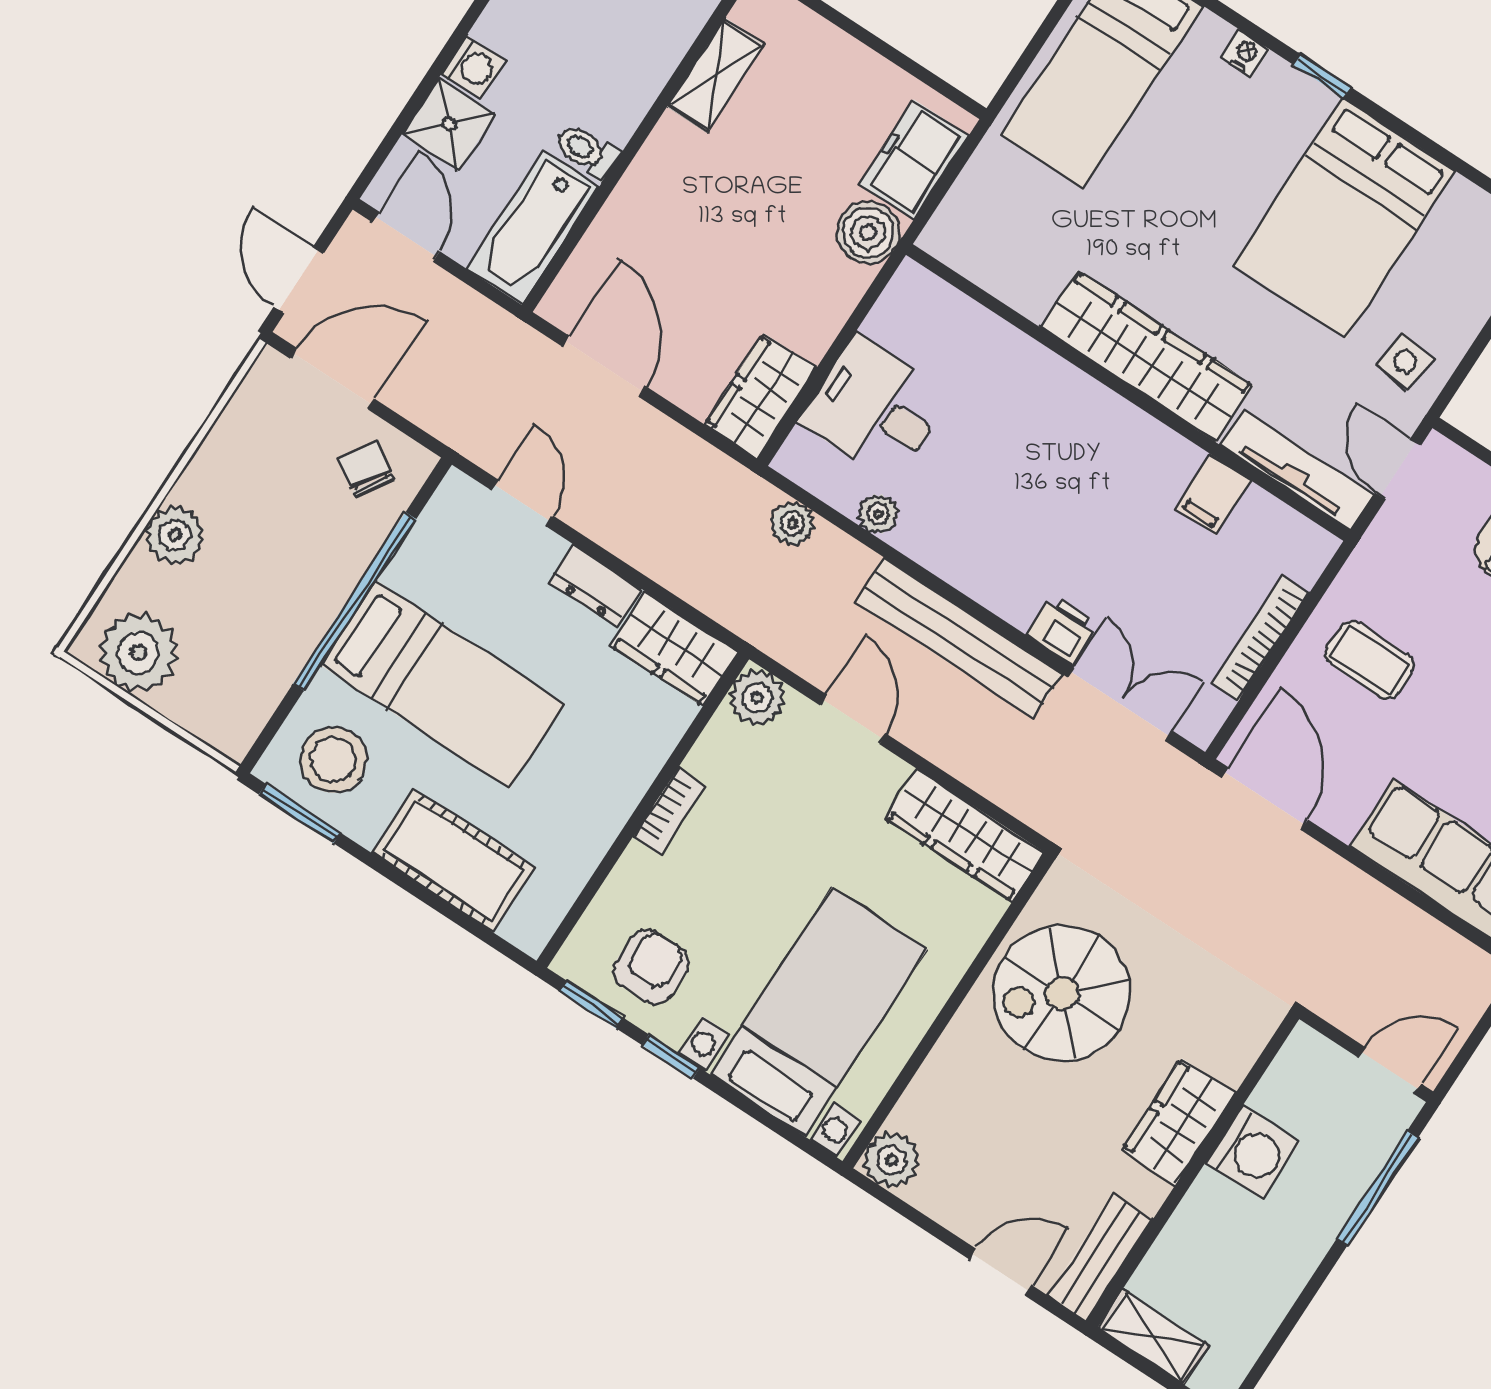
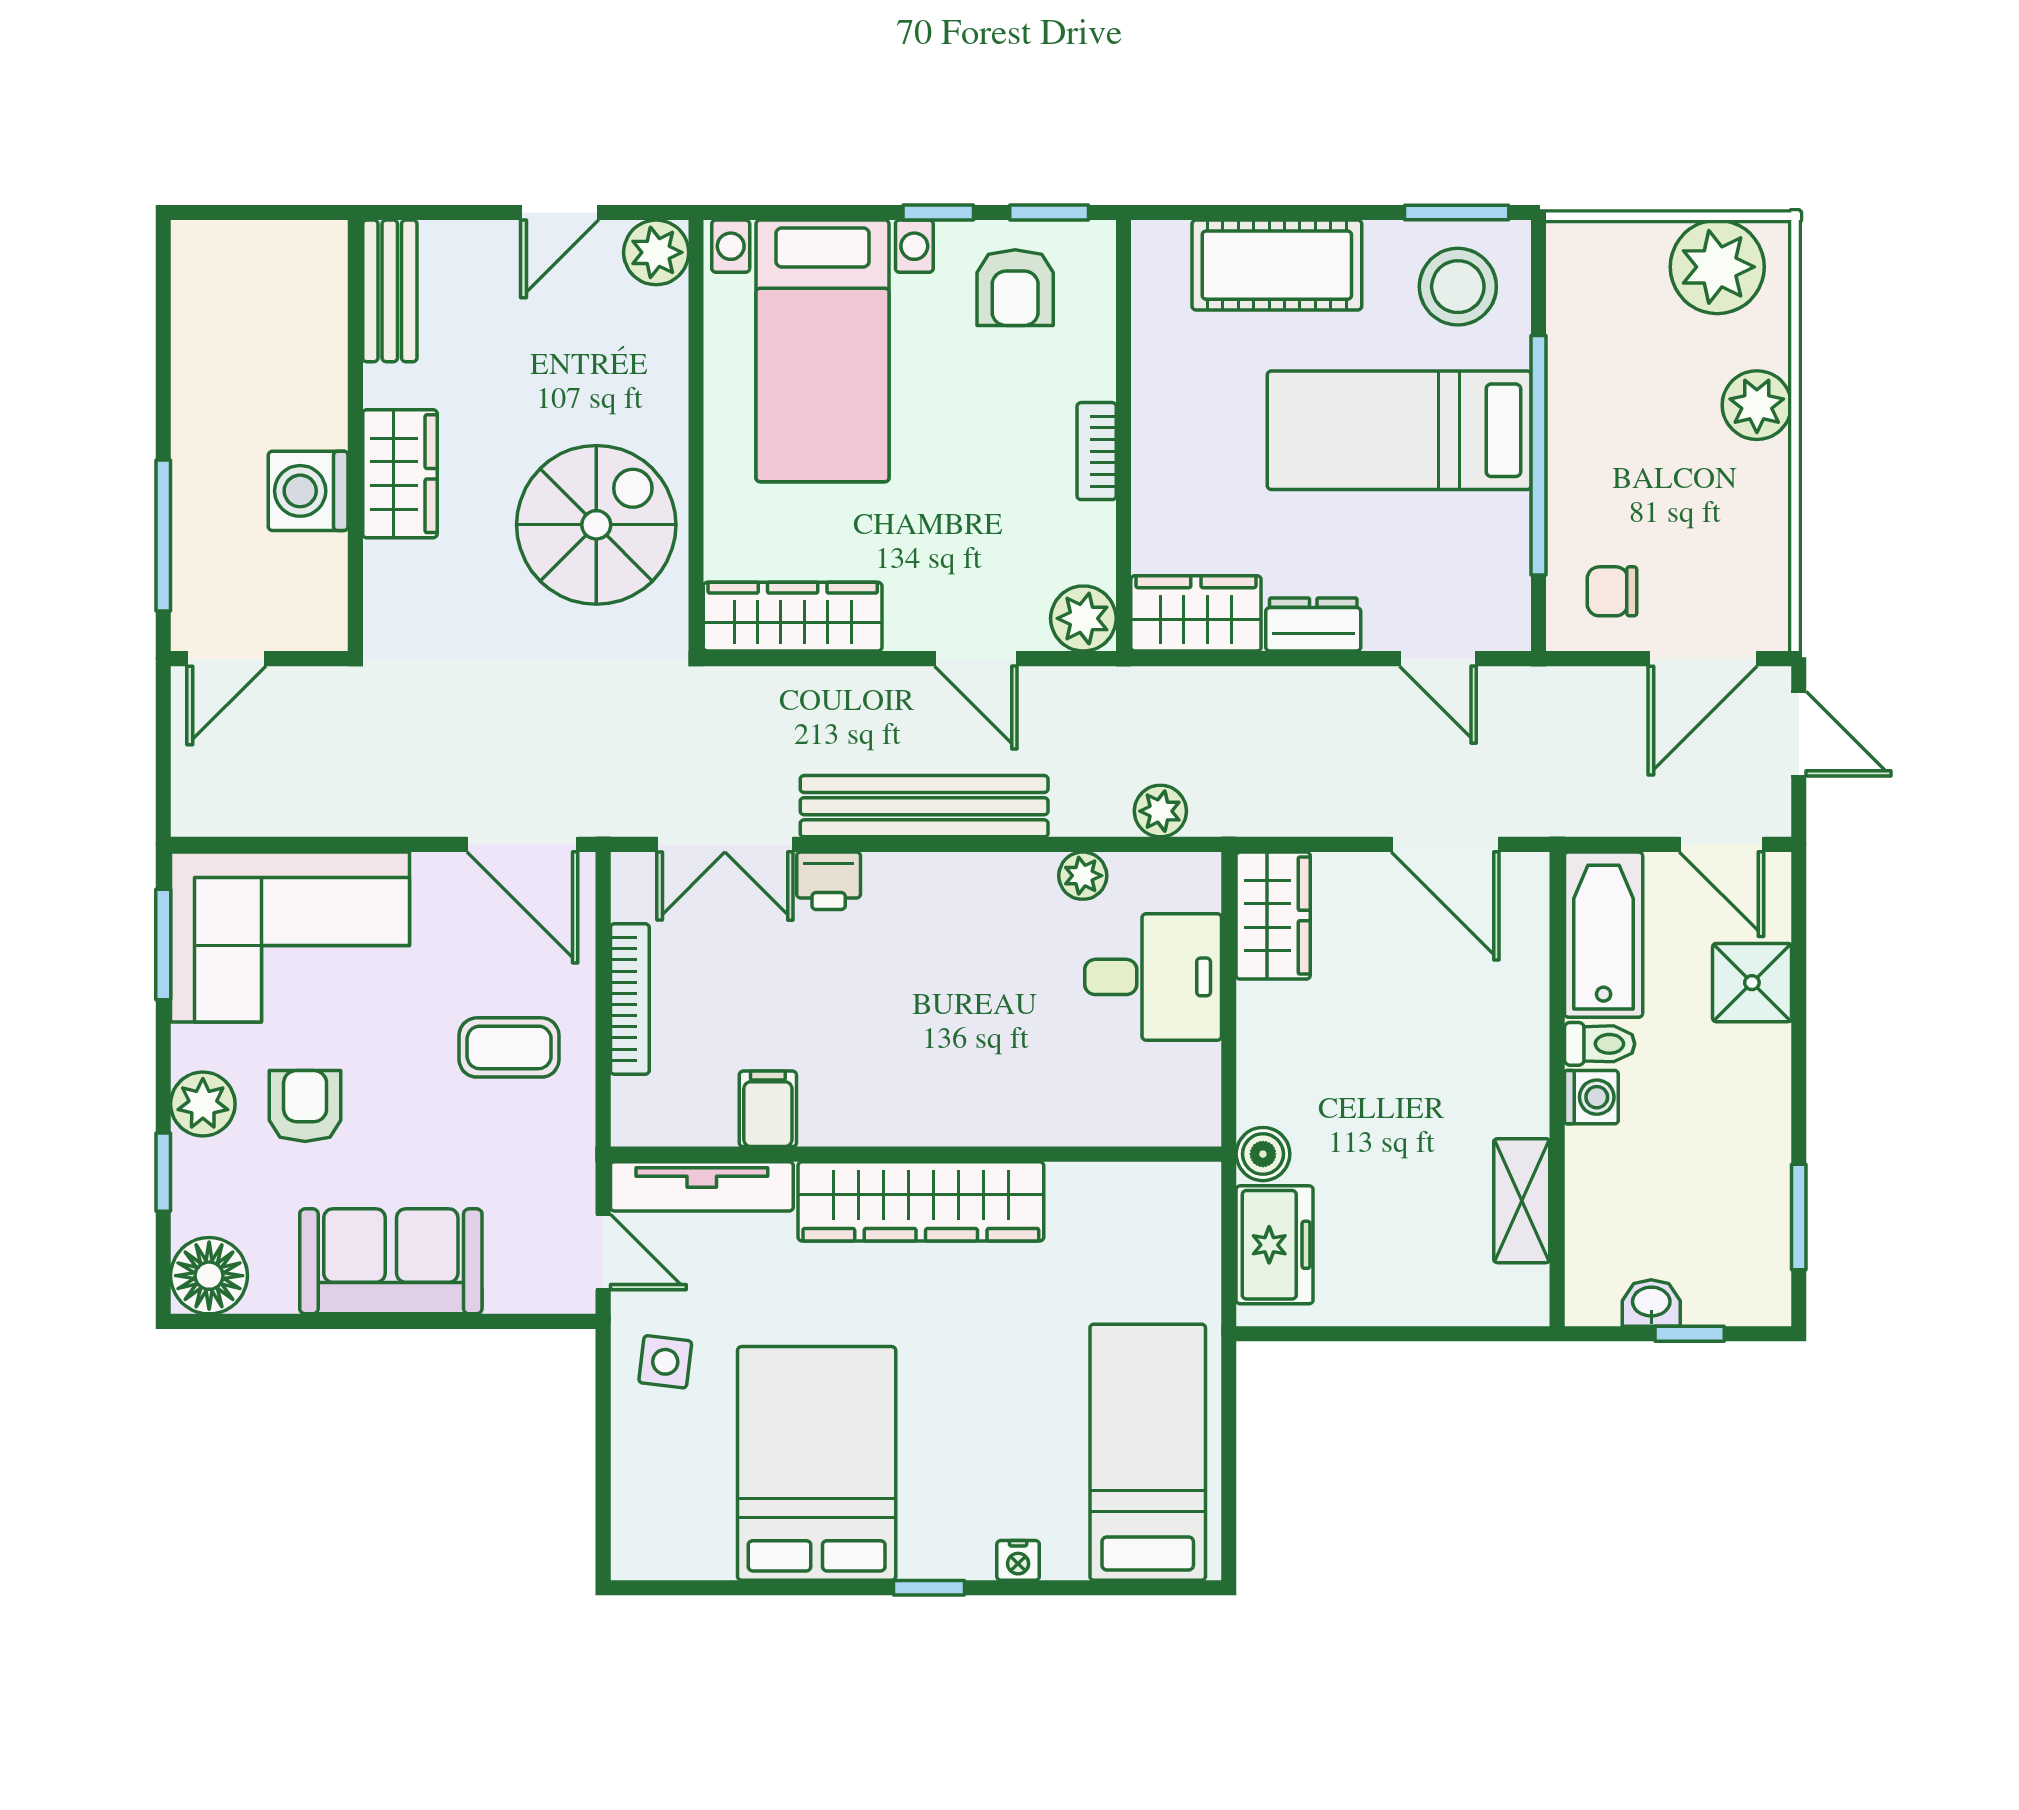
washing machine: (473, 67) -> (1591, 1097), moved, turned 180
boiler: (868, 232) -> (1263, 1154), width x0.73, depth x0.73
chair: (366, 469) -> (1612, 591), turned 147
door: (1000, 1272) -> (560, 213), moved
shelving: (1153, 1337) -> (288, 247), removed

